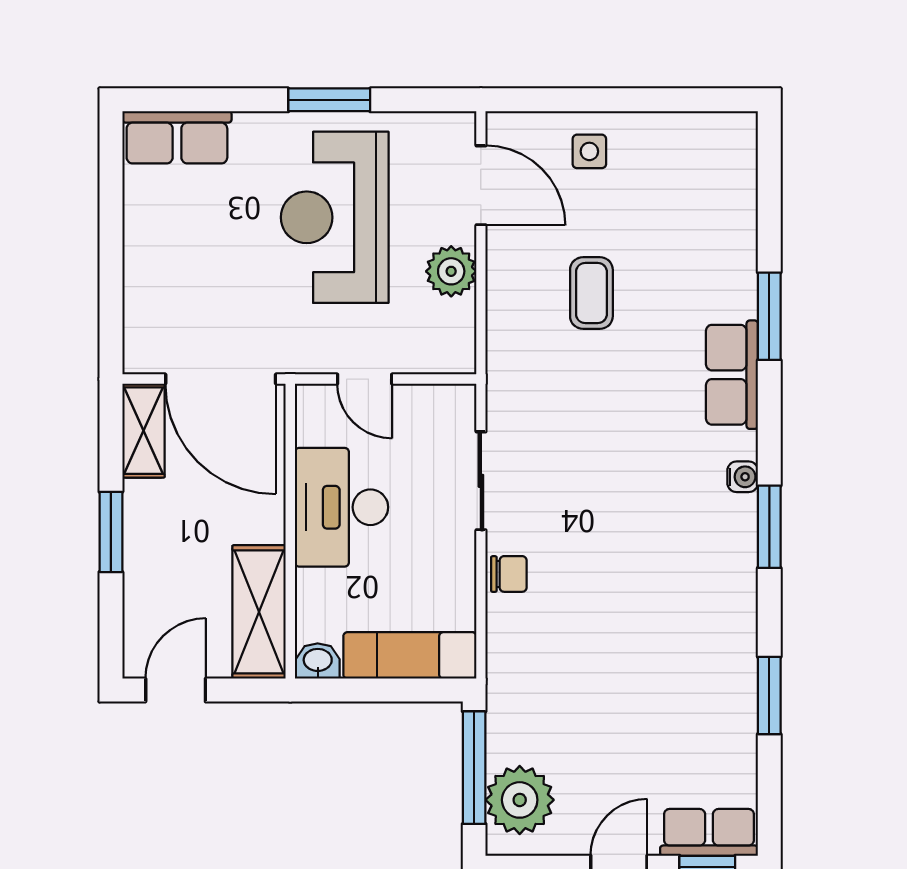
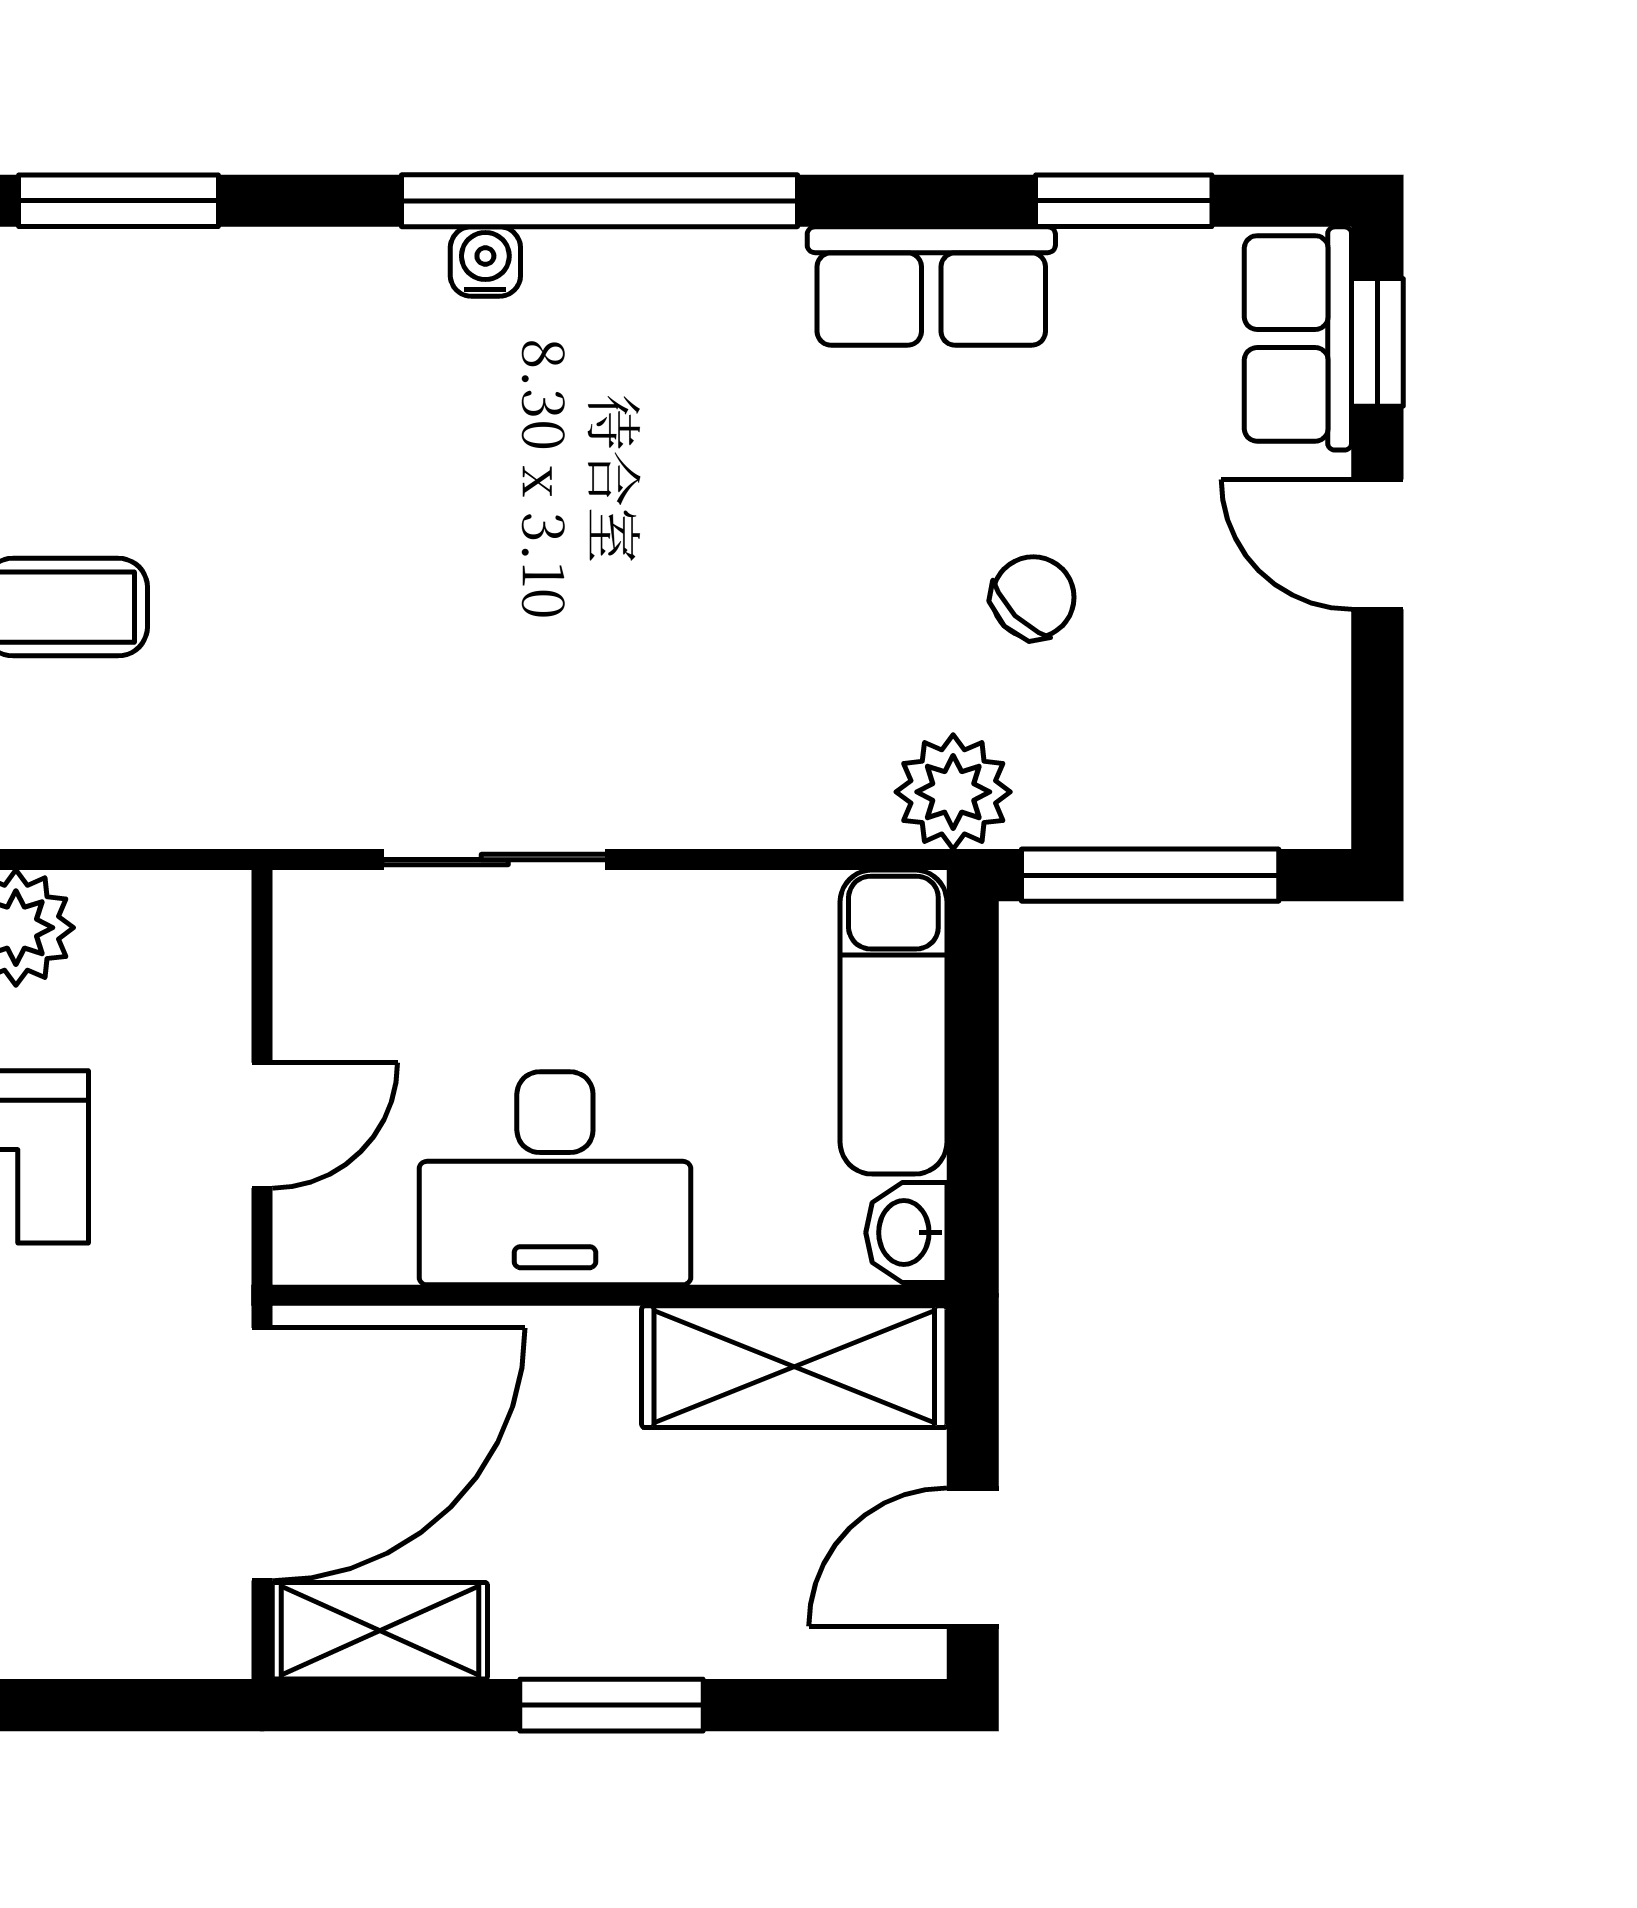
row of seats: (732, 375) -> (931, 286), moved
window: (769, 527) -> (600, 201), width x2.11
chair: (509, 574) -> (1033, 597), moved, turned 45
door: (176, 690) -> (973, 1557), hinge flipped
window: (769, 696) -> (1124, 201), moved
plant: (520, 800) -> (953, 792), moved, width x0.73, depth x0.73

